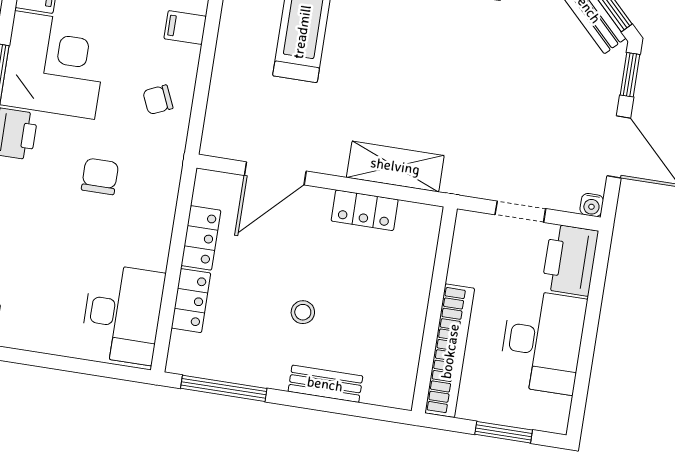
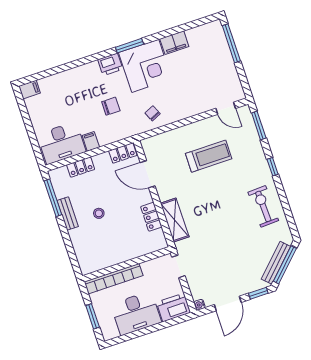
filing cabinet: (185, 28) -> (91, 141), moved
doorway: (520, 212) -> (178, 266), moved
locker: (201, 238) -> (123, 153), moved
bench: (325, 384) -> (68, 213), moved

